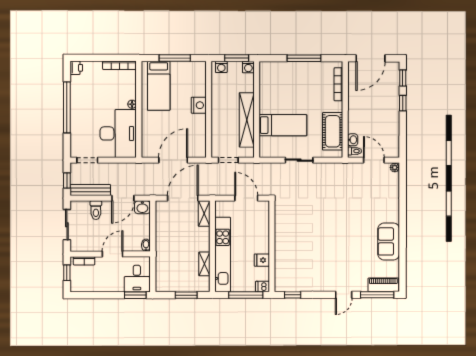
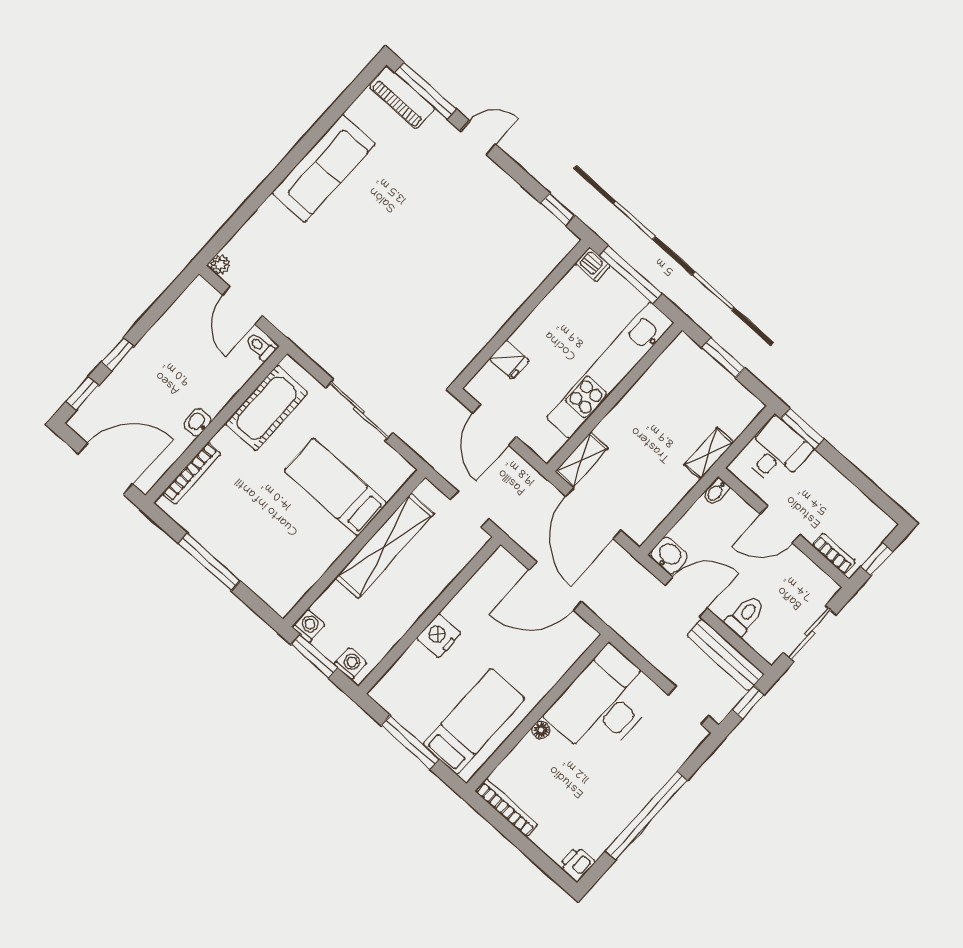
washbasin: (353, 140) -> (197, 422), moved
sliding door: (299, 160) -> (359, 410), width x1.37
door: (183, 198) -> (593, 513), hinge flipped
sofa: (389, 241) -> (324, 168), width x1.36
fridge: (262, 260) -> (509, 360), moved
shelving: (204, 264) -> (709, 453), moved

